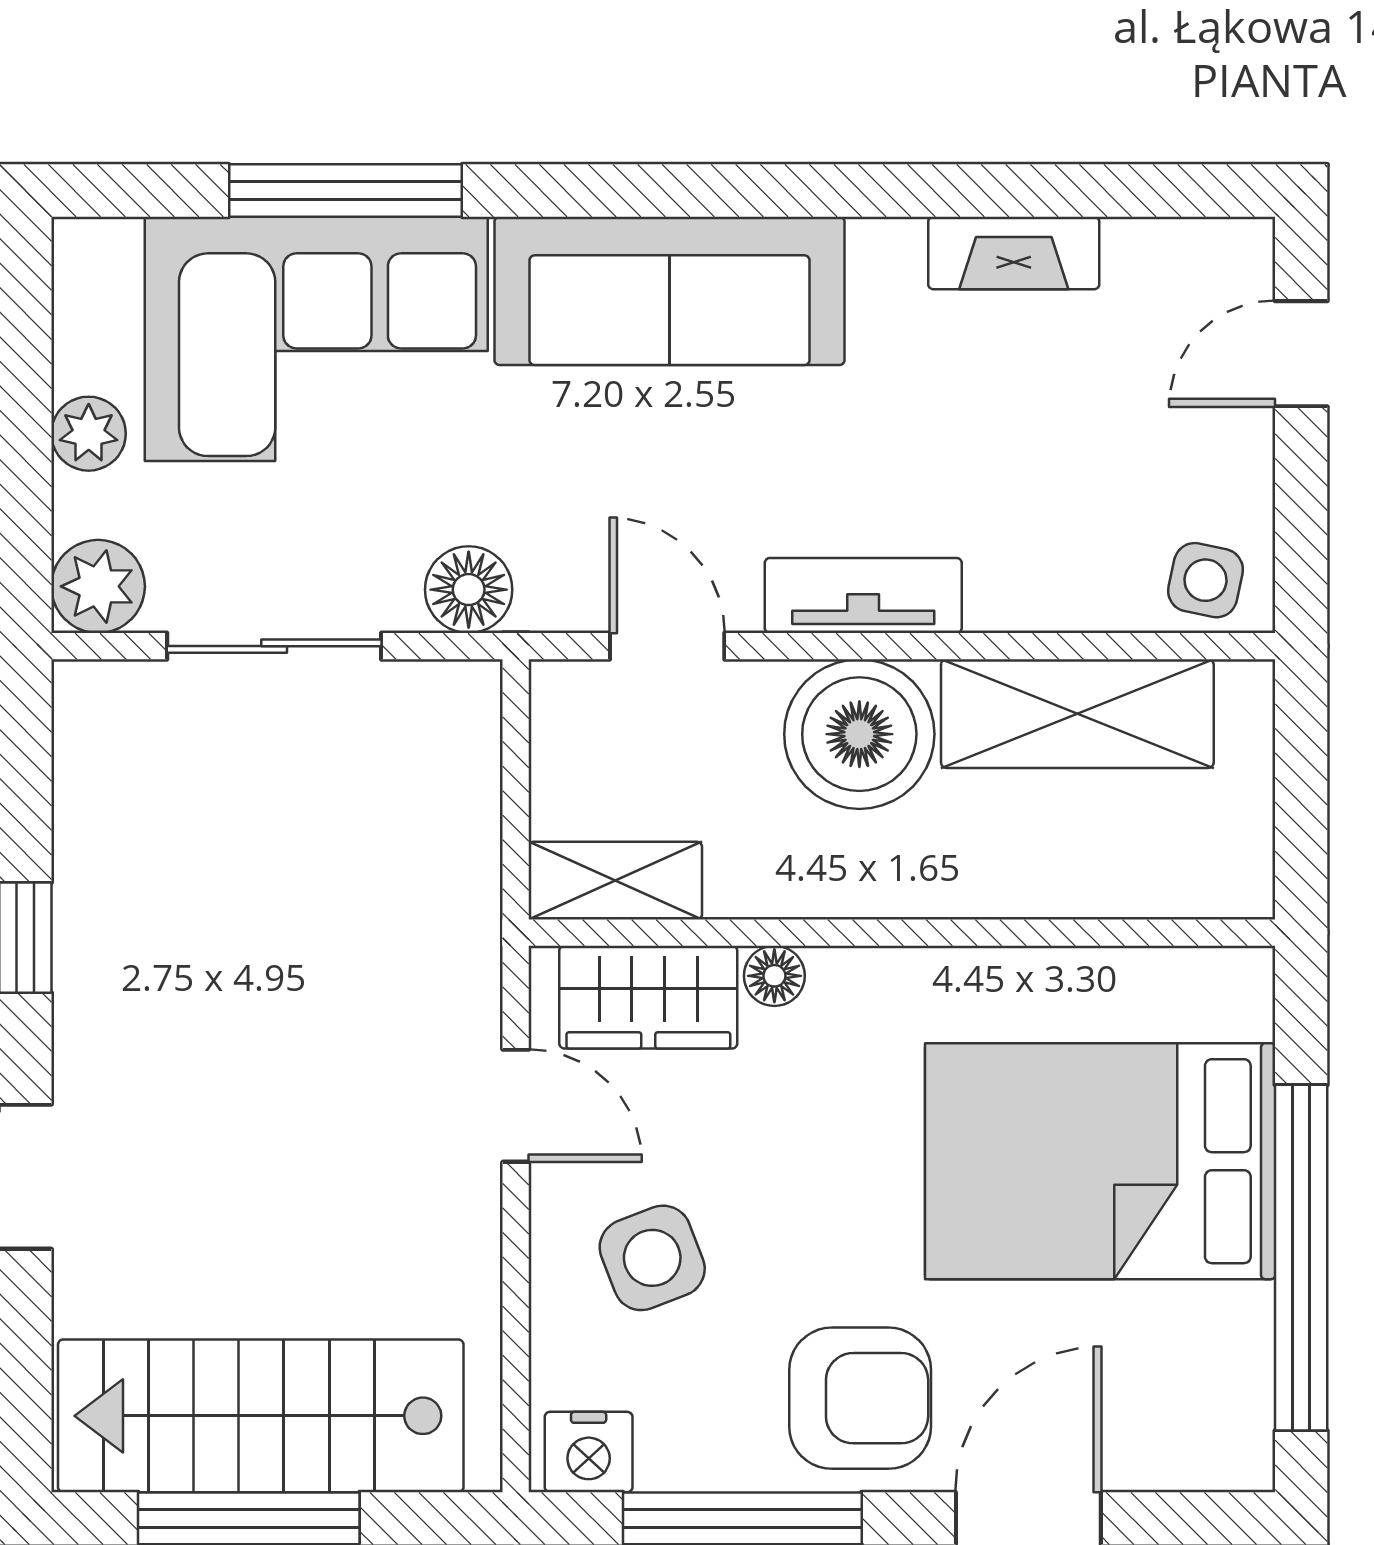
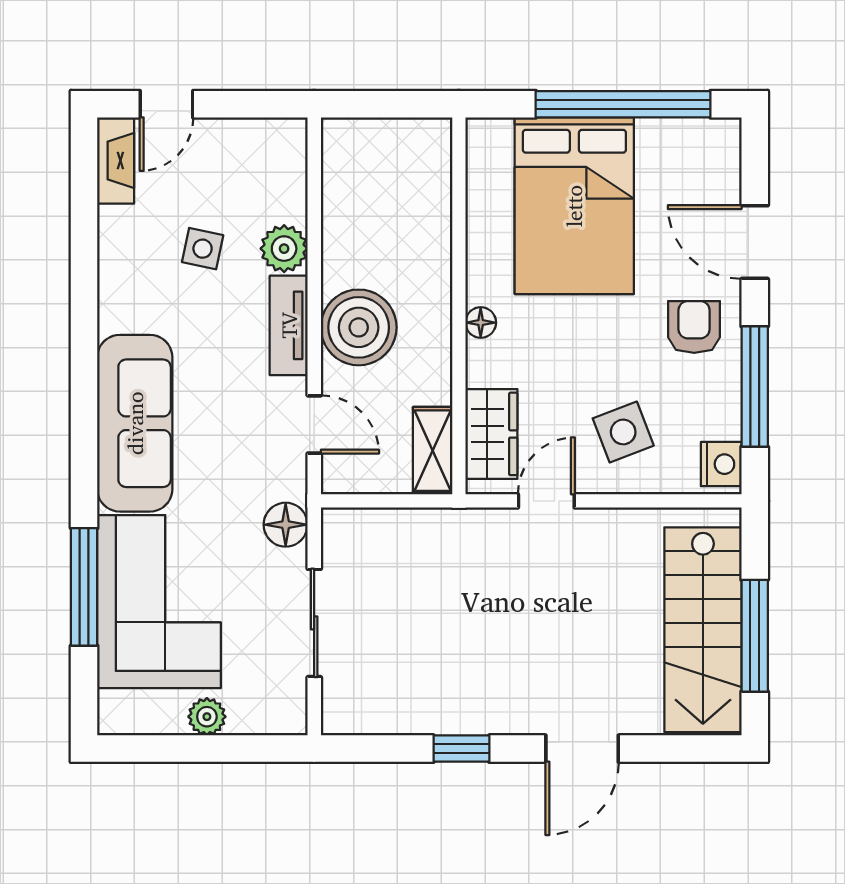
fireplace: (1014, 253) -> (116, 161), moved
door: (1301, 354) -> (167, 104), hinge flipped
side table: (1206, 580) -> (203, 249), moved
plant: (98, 586) -> (284, 249), moved
door: (667, 646) -> (314, 424), swing flipped
shelving: (1077, 714) -> (348, 217), removed
floor lamp: (774, 976) -> (481, 323), moved
armchair: (860, 1398) -> (694, 327), width x0.72, depth x0.72

